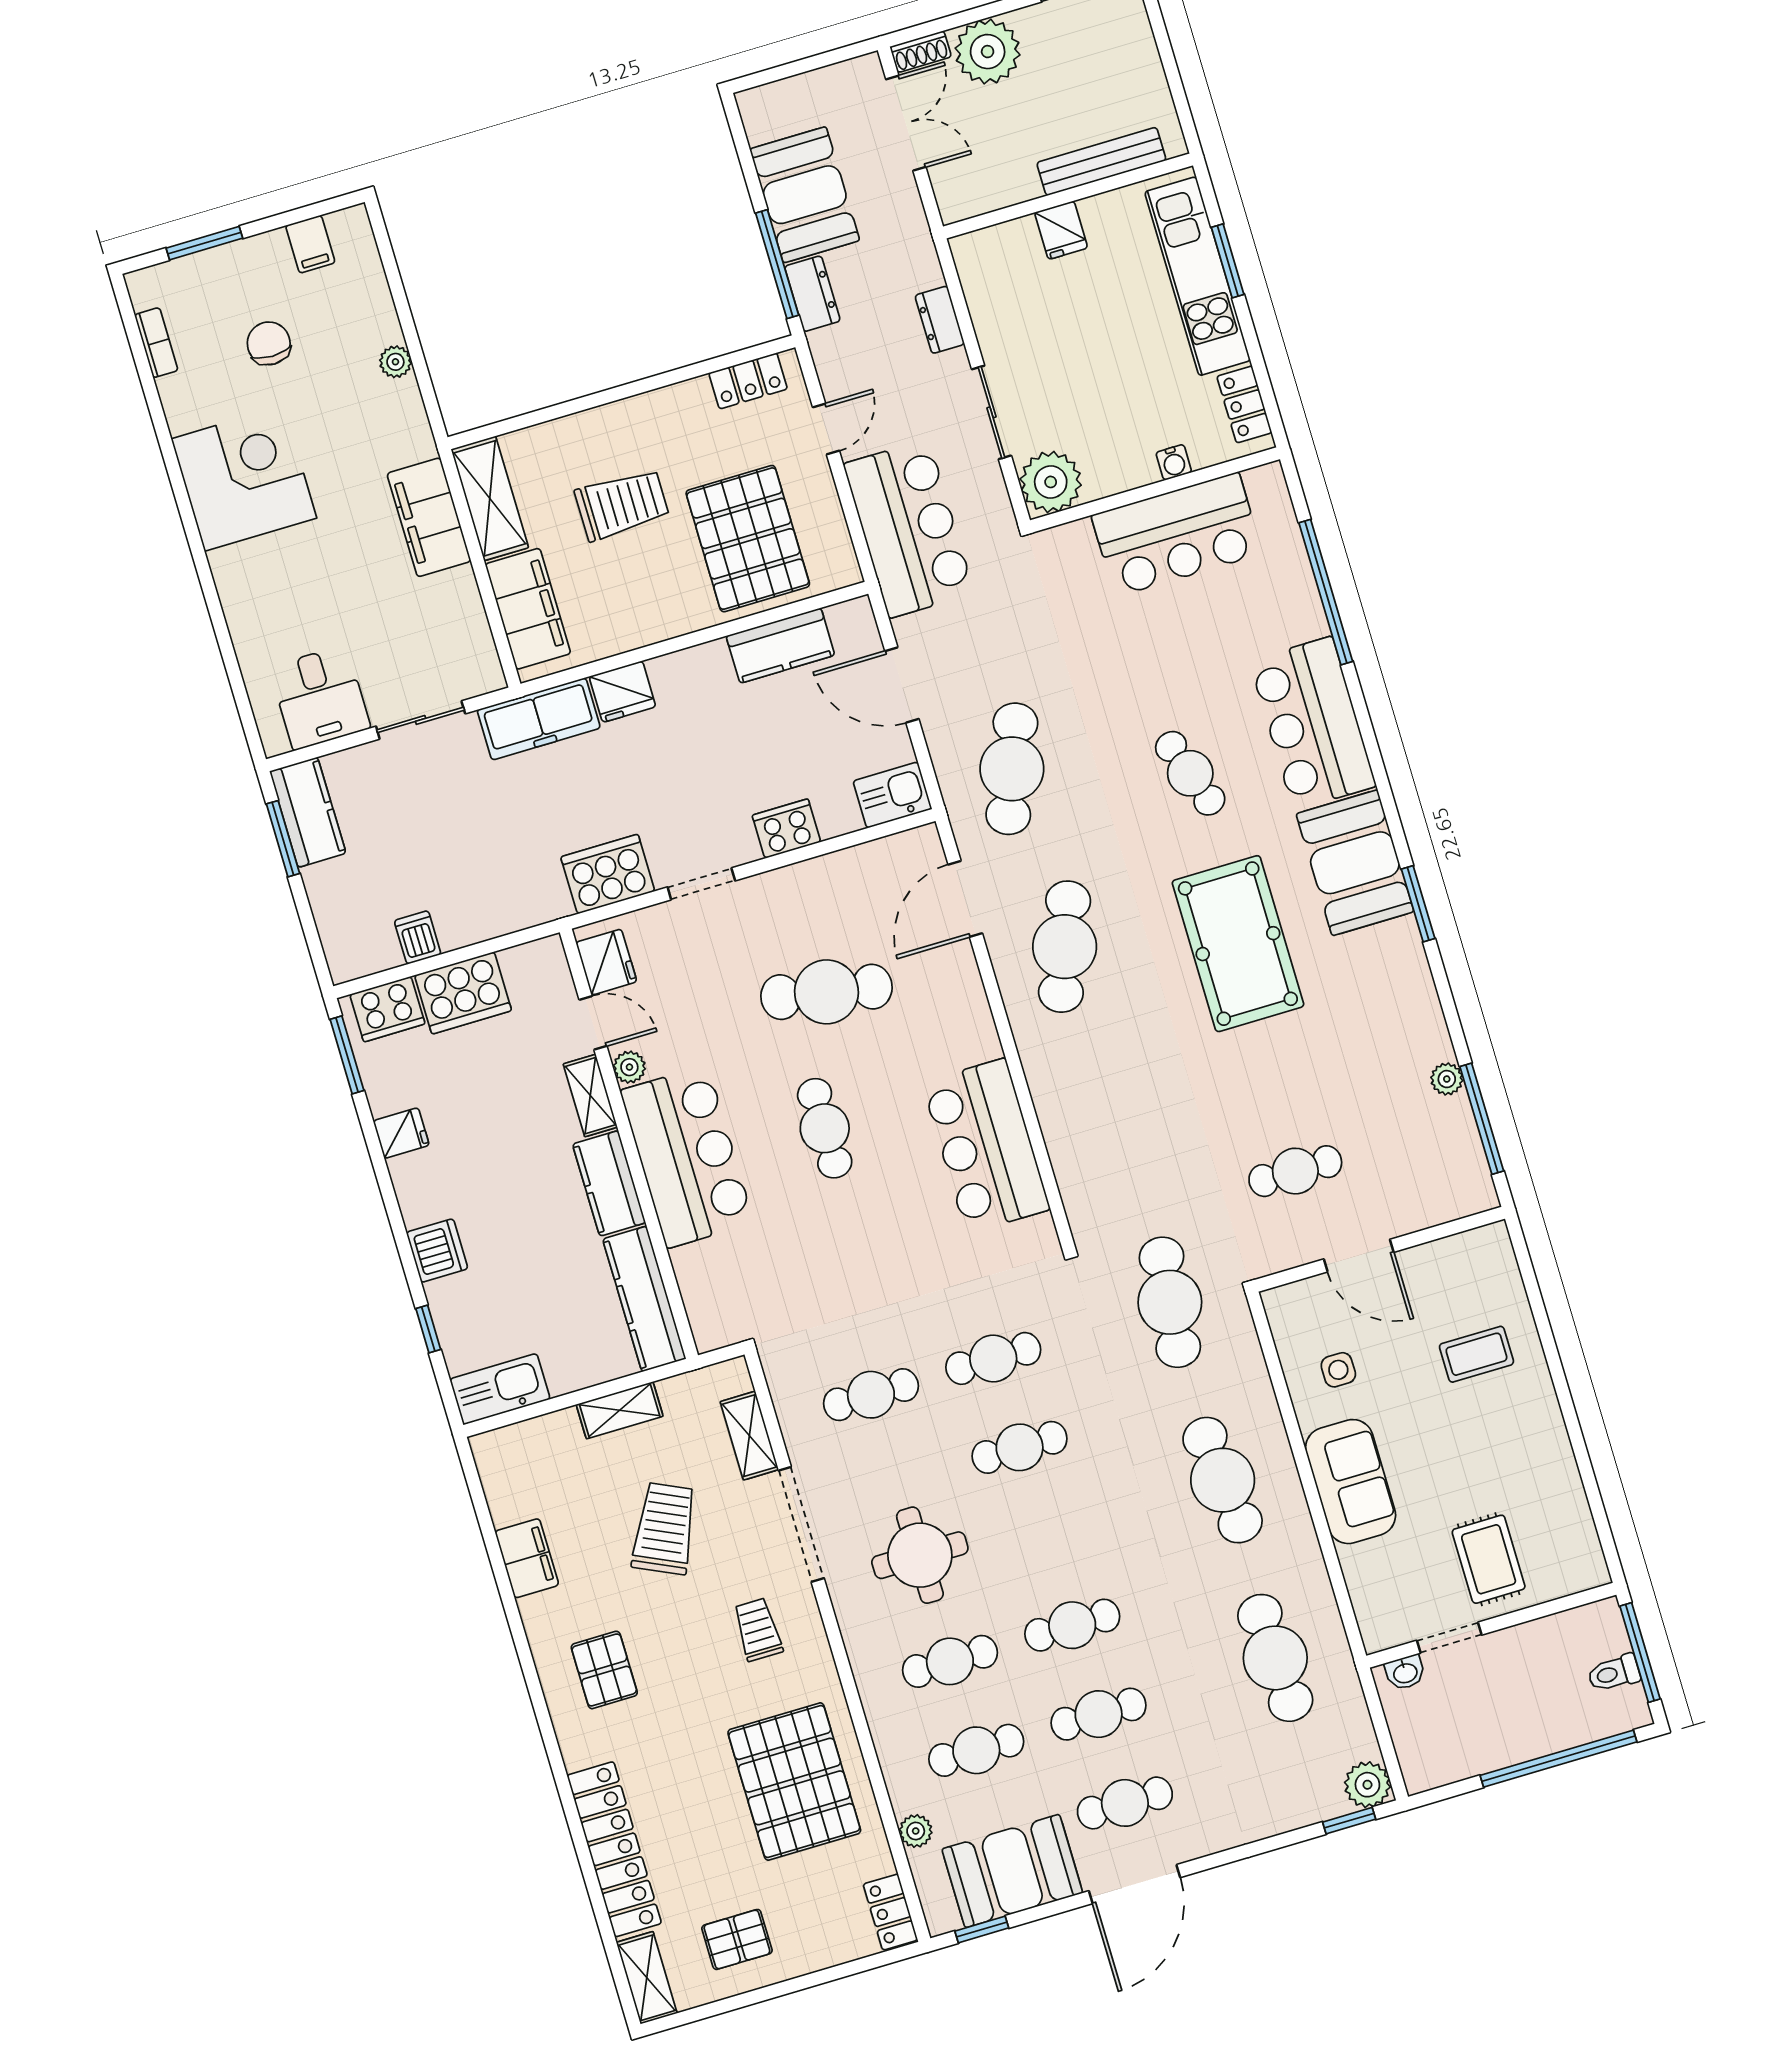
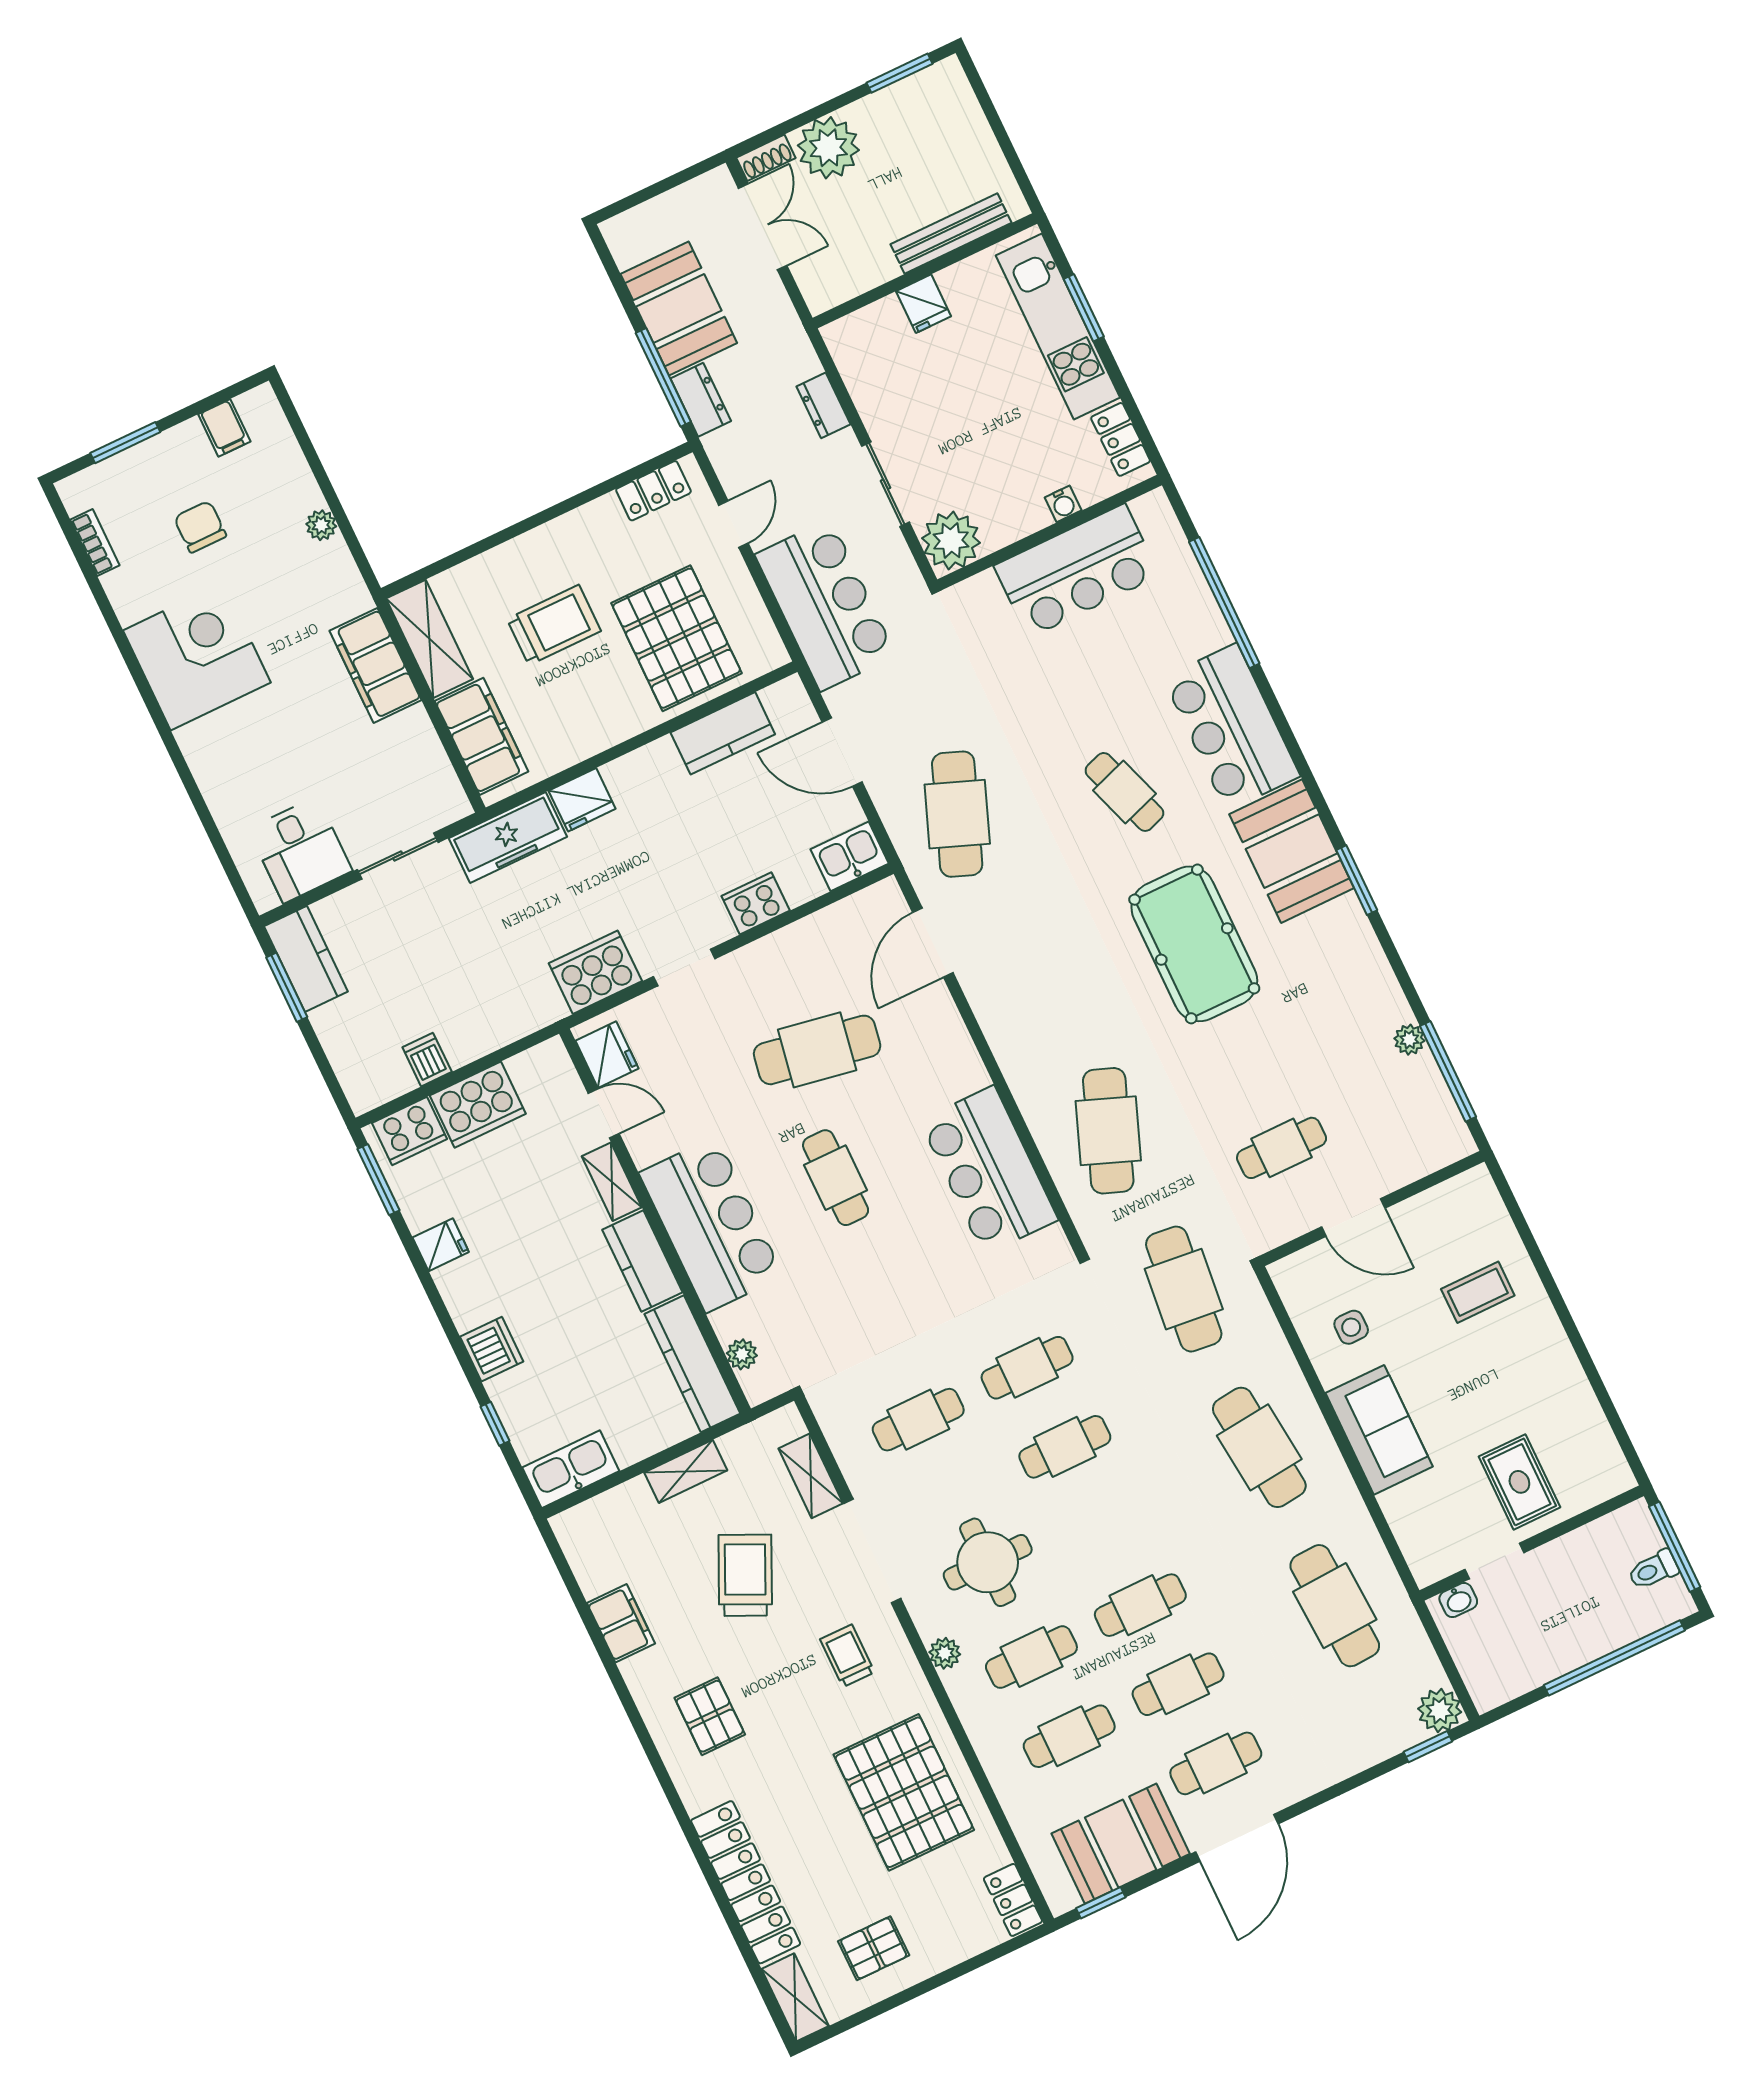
cafe table: (1065, 947) -> (1108, 1131), moved
plant: (629, 1067) -> (742, 1354), moved
plant: (916, 1831) -> (945, 1653), moved

